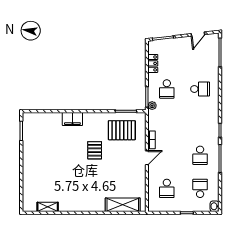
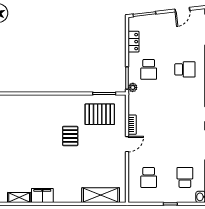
filing cabinet: (72, 119) -> (42, 195), moved, turned 180
school desk: (200, 155) -> (185, 141), removed

